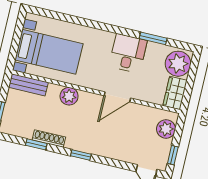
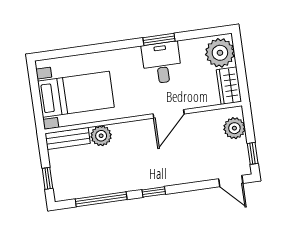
window: (153, 38) -> (159, 39), moved
plant: (69, 96) -> (101, 136), moved
shoe rack: (49, 139) -> (112, 188), removed
window: (36, 144) -> (101, 199), width x2.17

